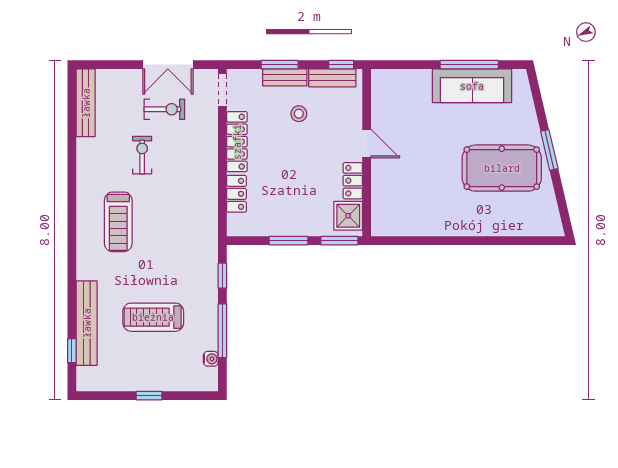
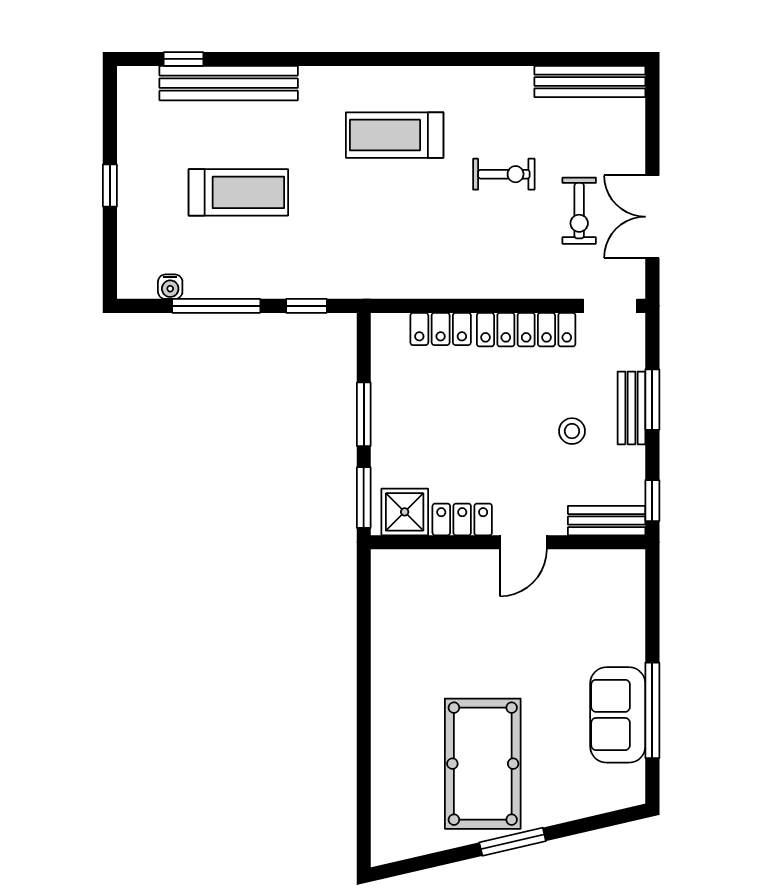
bench: (332, 78) -> (607, 521), moved, turned 90
sofa: (472, 86) -> (618, 715), width x0.73
treadmill: (153, 317) -> (238, 192), turned 90

